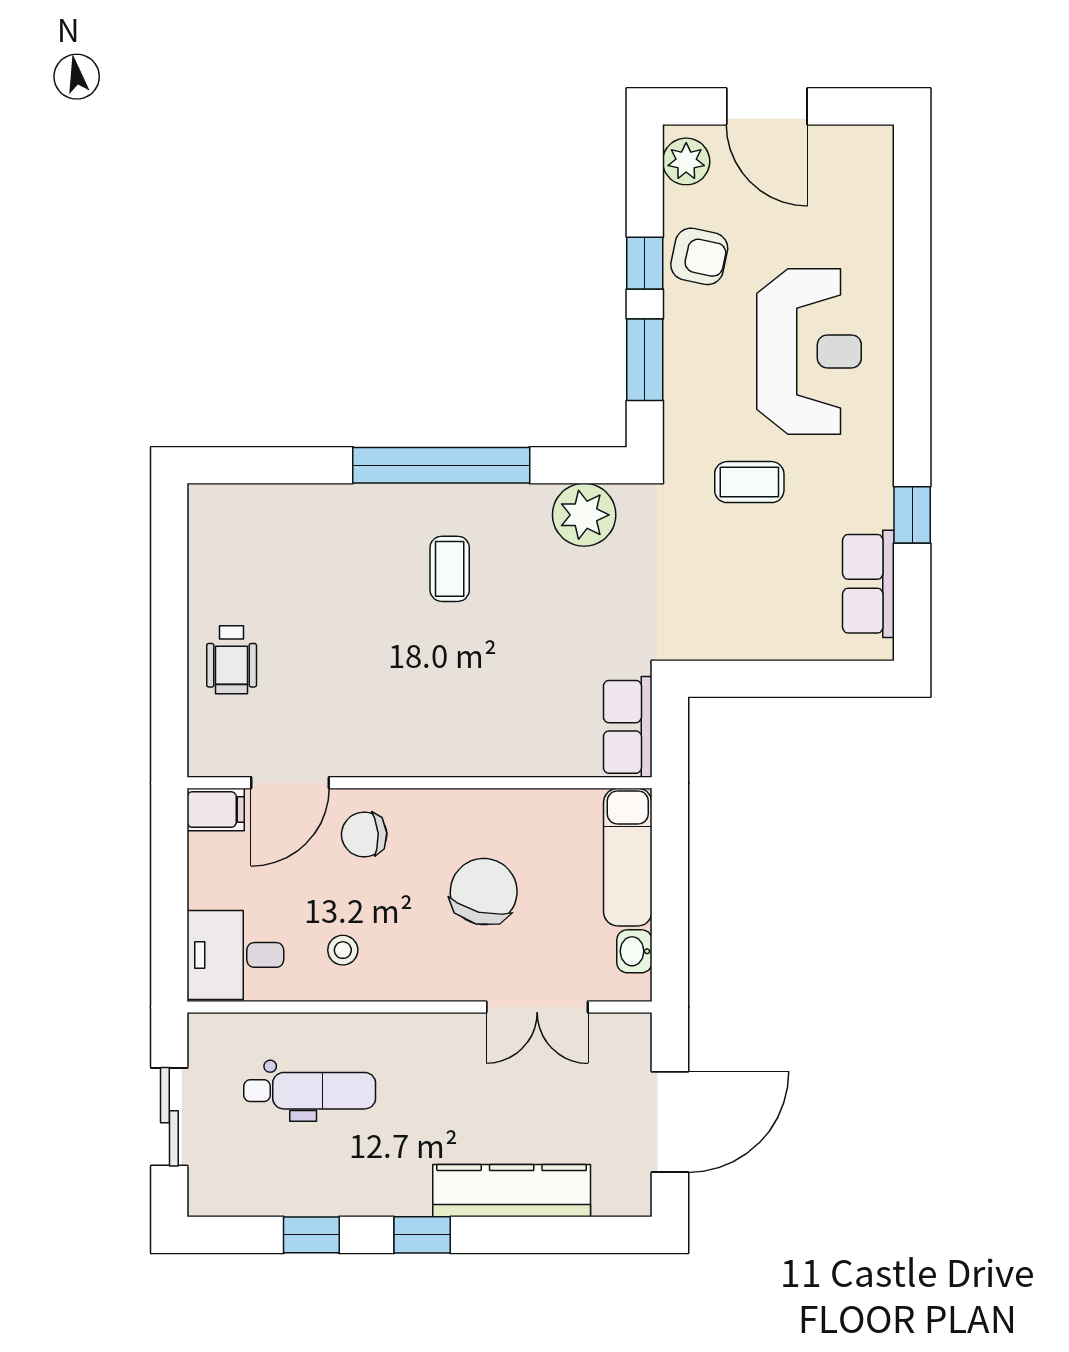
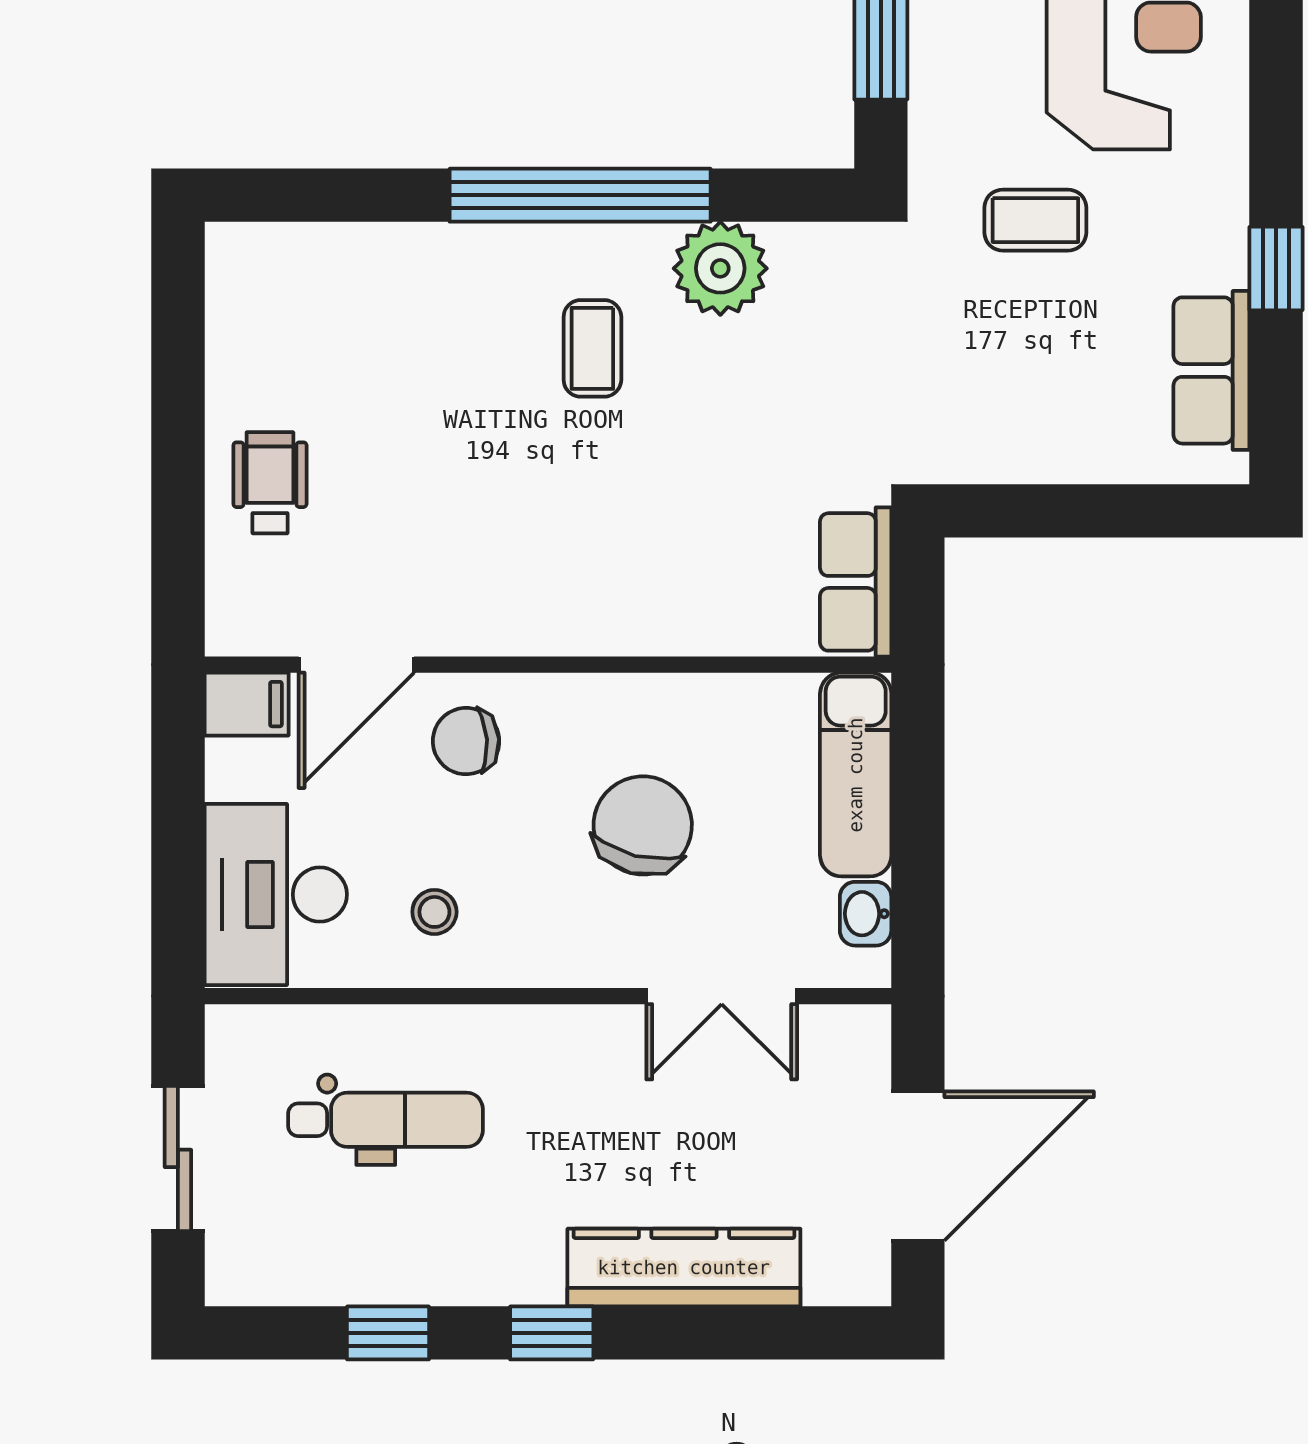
plant: (584, 515) -> (720, 268), moved
wheelchair: (232, 660) -> (270, 483), turned 180
desk: (235, 955) -> (276, 894), width x1.37

